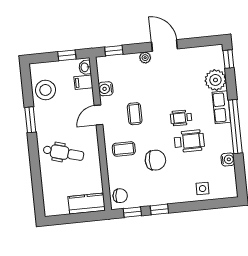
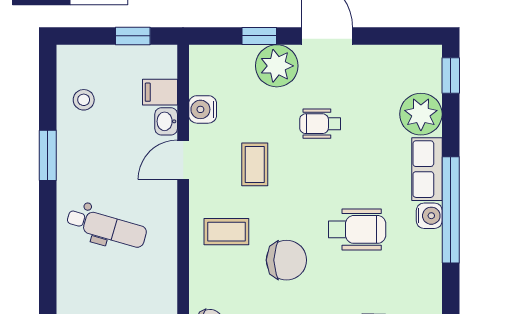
window: (114, 51) -> (259, 36), moved
plant: (145, 58) -> (277, 66), width x1.87, depth x1.87
washbasin: (85, 67) -> (166, 121), moved
stool: (45, 90) -> (84, 100), width x0.53, depth x0.53
wheelchair: (181, 118) -> (320, 124), moved
water cooler: (228, 159) -> (429, 216), moved

